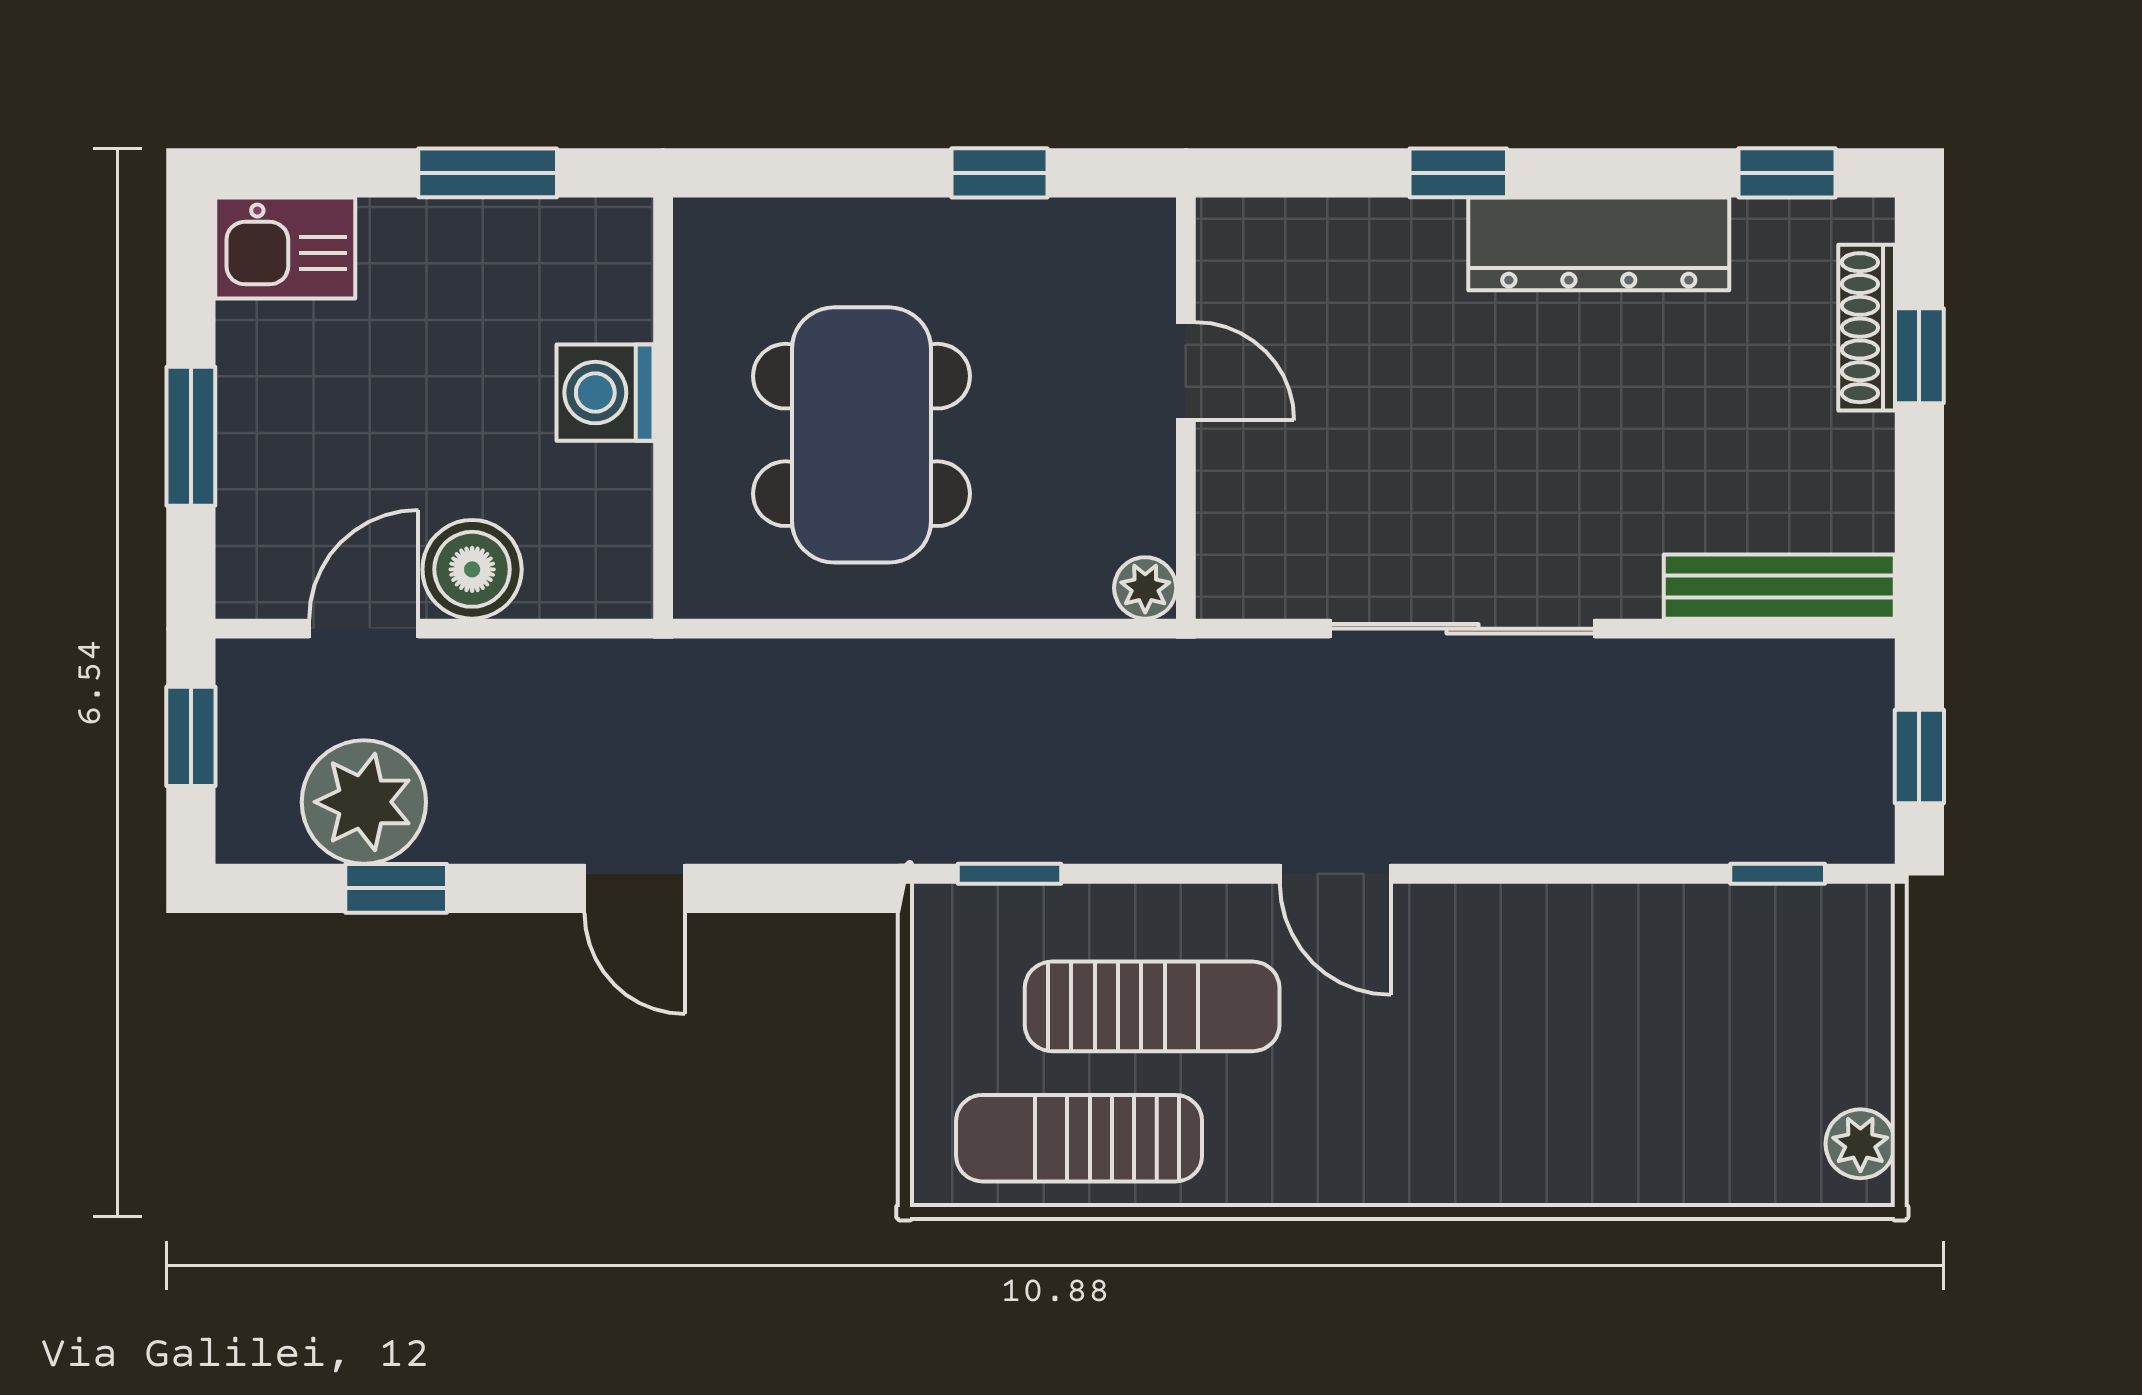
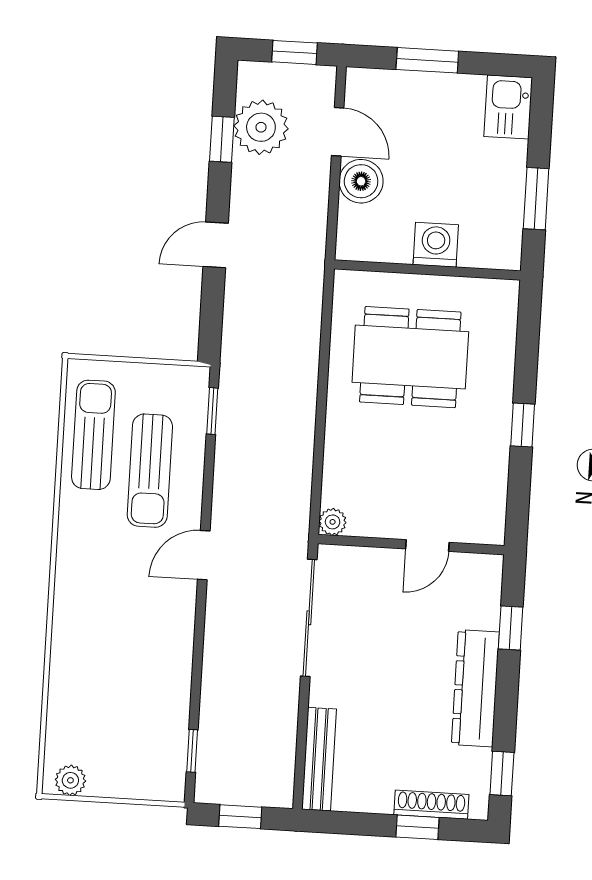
door: (1186, 371) -> (427, 546), moved
wall: (1186, 408) -> (411, 545), moved
plant: (1145, 588) -> (333, 522), moved

